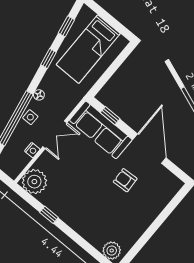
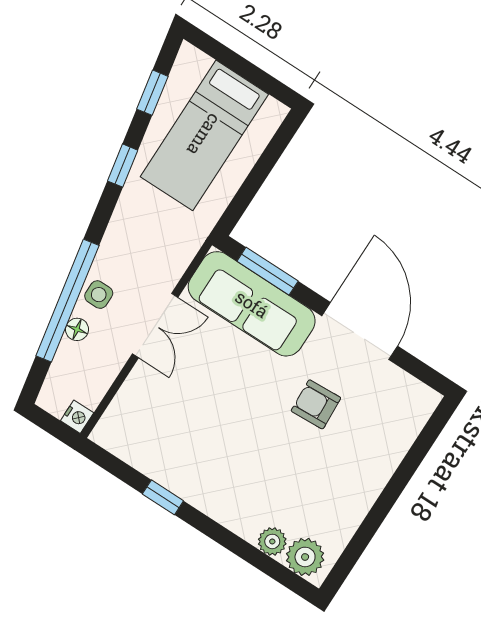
floor lamp: (39, 95) -> (77, 329), moved
window: (110, 116) -> (268, 271), width x1.50
nightstand: (32, 150) -> (77, 417), moved
plant: (34, 182) -> (272, 541), moved, width x0.53, depth x0.53

